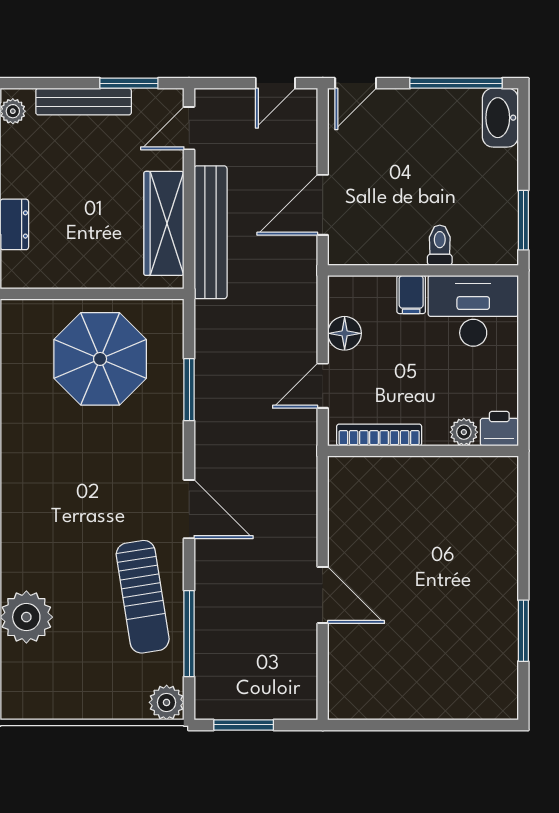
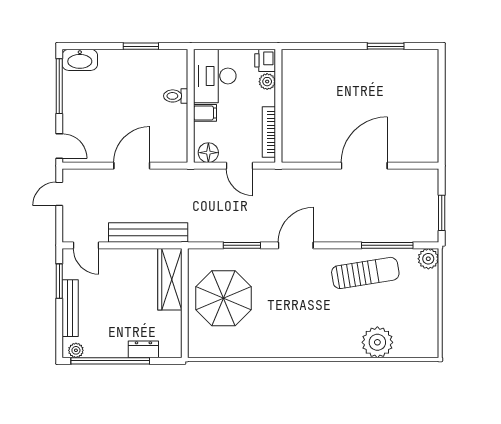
door: (275, 83) -> (59, 194), swing flipped
door: (323, 205) -> (132, 166), swing flipped
wardrobe: (164, 223) -> (170, 279), moved, turned 90
toilet: (440, 245) -> (176, 96), moved
wall: (423, 270) -> (191, 106), moved
filing cabinet: (411, 294) -> (205, 113), moved
desk: (473, 311) -> (215, 76), moved
door: (189, 509) -> (296, 245), moved
door: (323, 595) -> (364, 166), width x1.36

